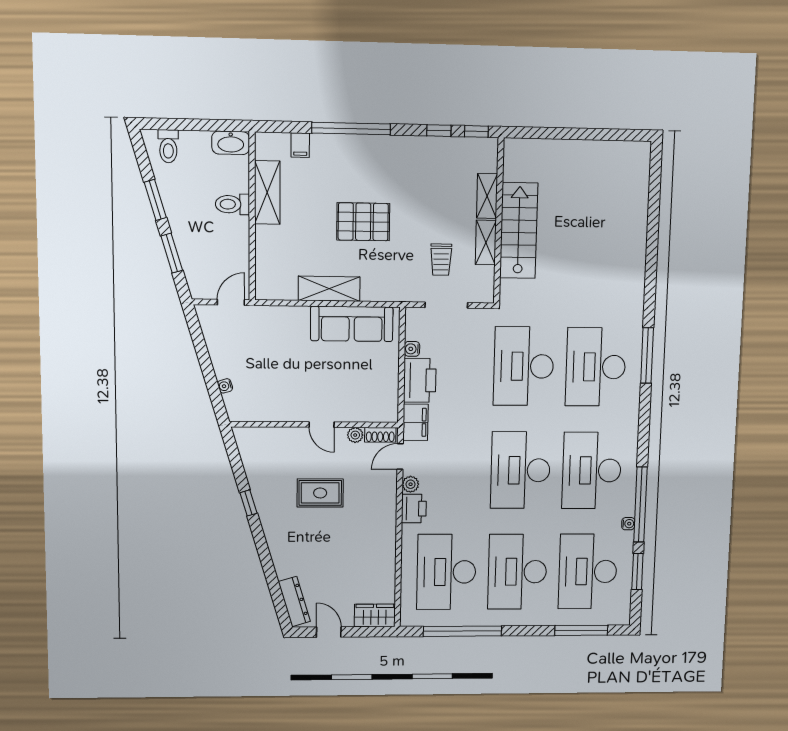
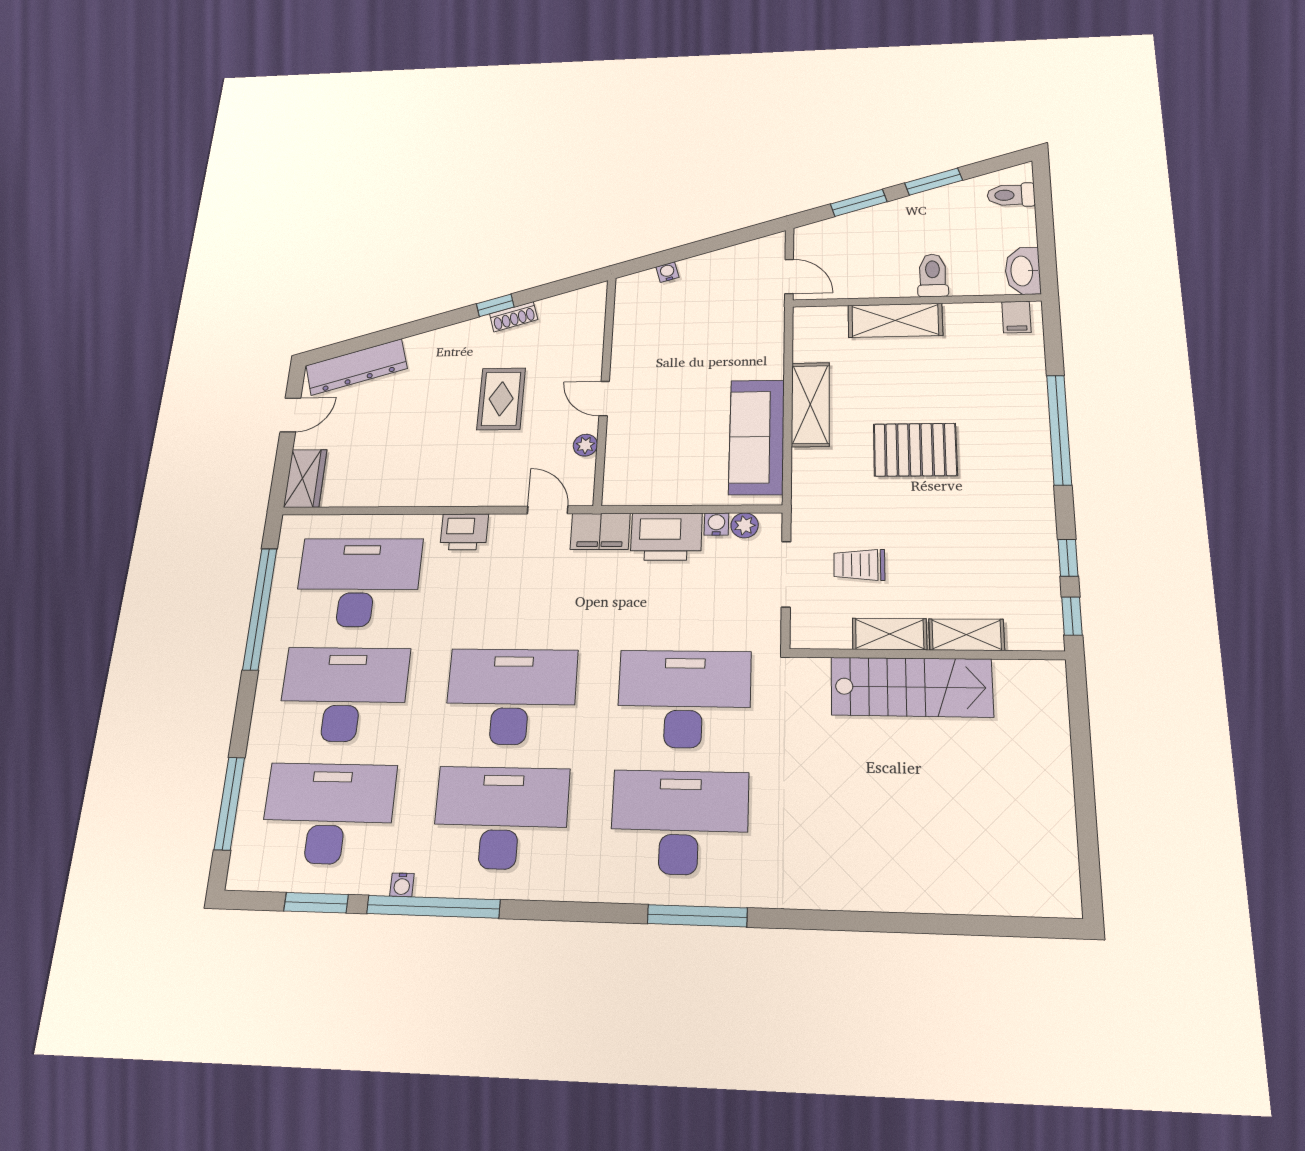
filing cabinet: (300, 145) -> (1016, 317), moved, turned -90
shelving: (267, 193) -> (895, 320), moved
pallet: (363, 222) -> (915, 450), turned 90
door: (322, 425) -> (604, 398), hinge flipped
shoe rack: (380, 435) -> (514, 317), moved, turned -107
plant: (411, 484) -> (745, 525), moved
dresser: (294, 601) -> (356, 367), width x1.37, depth x1.24

